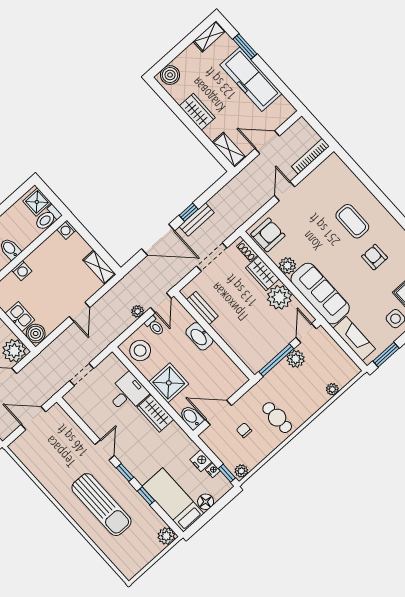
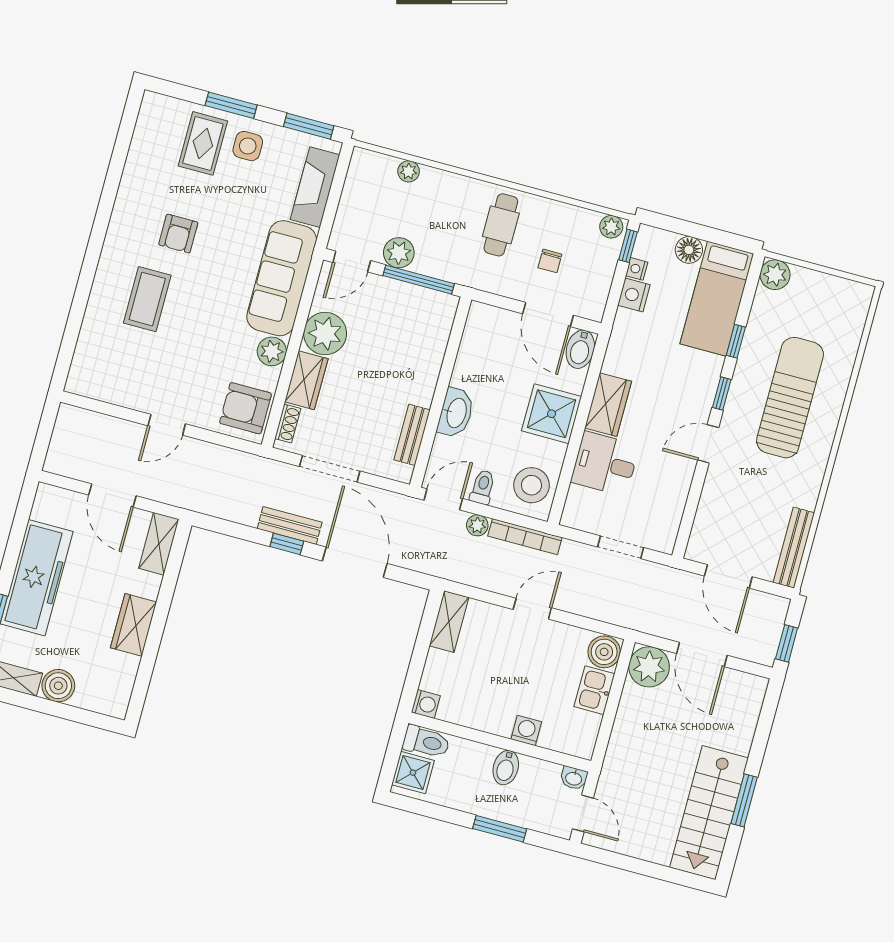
boiler: (170, 75) -> (58, 686), moved
bookcase: (310, 156) -> (525, 537), moved
bench: (27, 459) -> (794, 548), added

